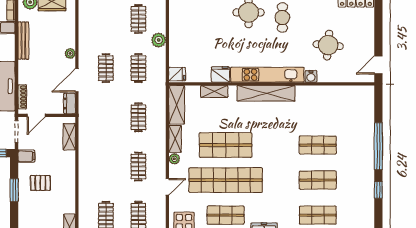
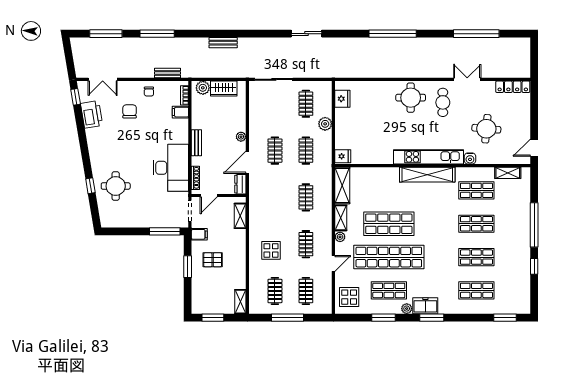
bench: (23, 41) -> (196, 143), moved, width x0.73
fridge: (220, 74) -> (342, 99), moved, turned 90
shelving: (214, 92) -> (508, 173), moved
shop shelf: (318, 110) -> (476, 190), added
display table: (102, 173) -> (271, 250), added

